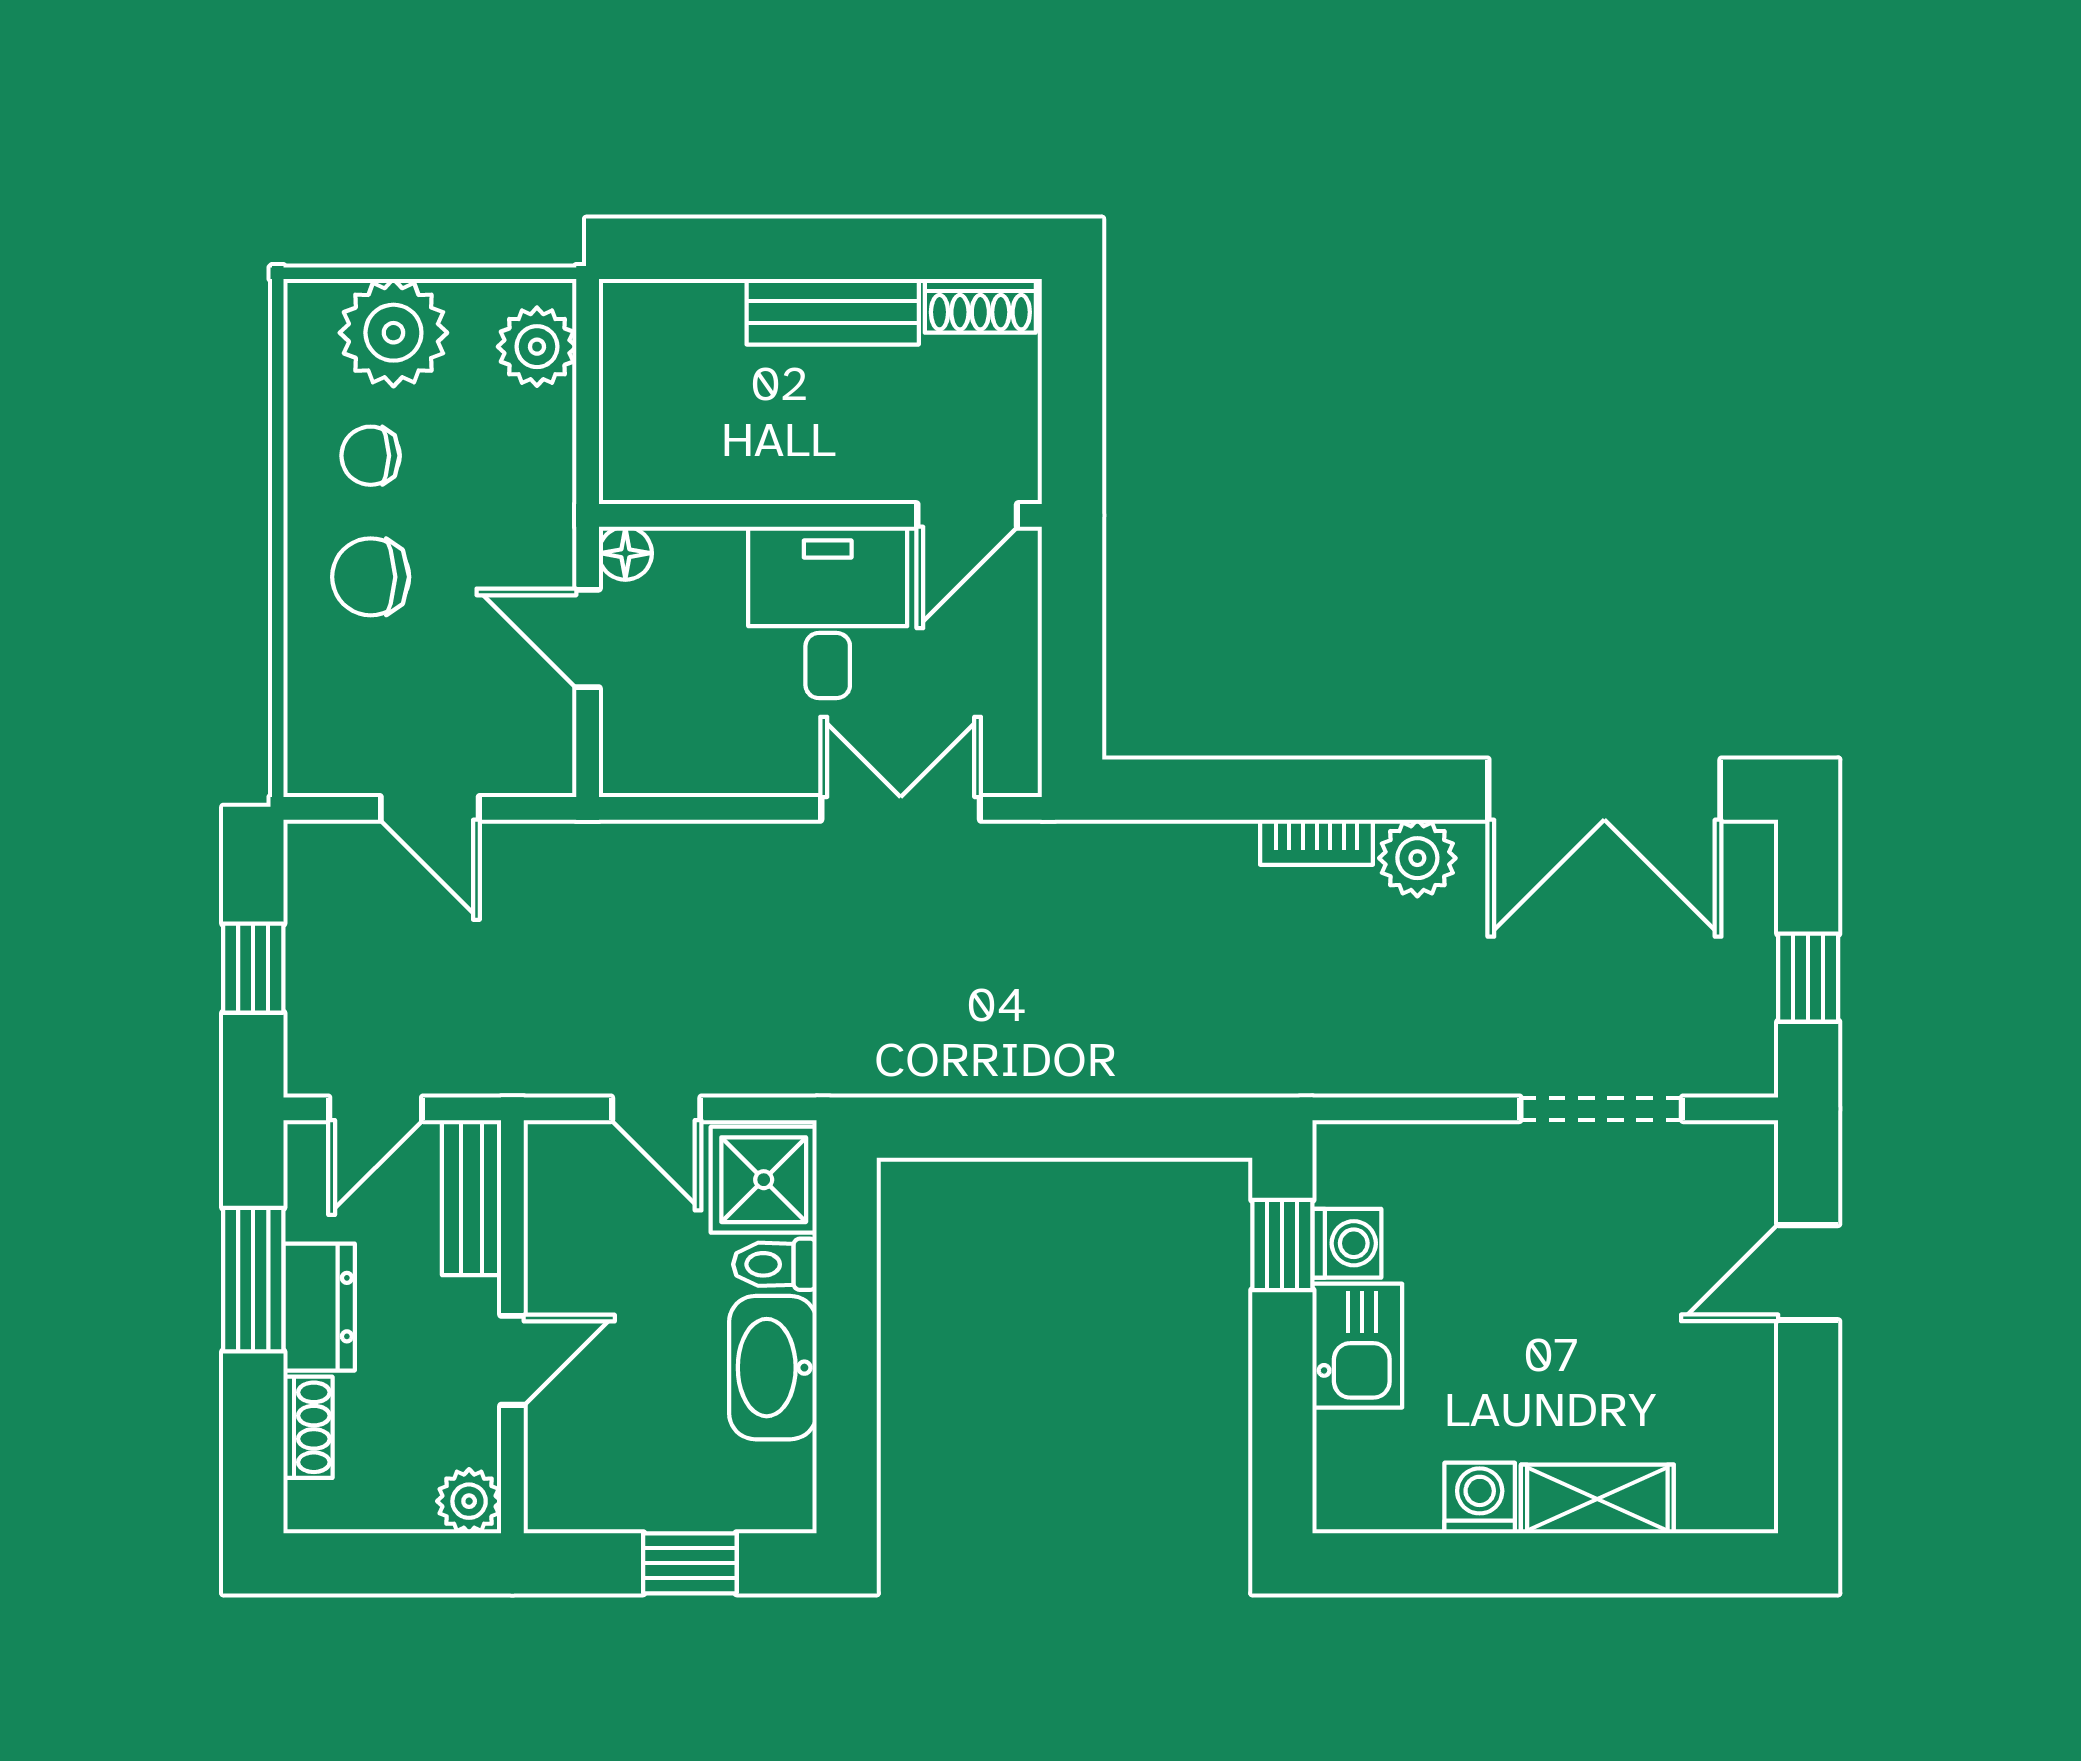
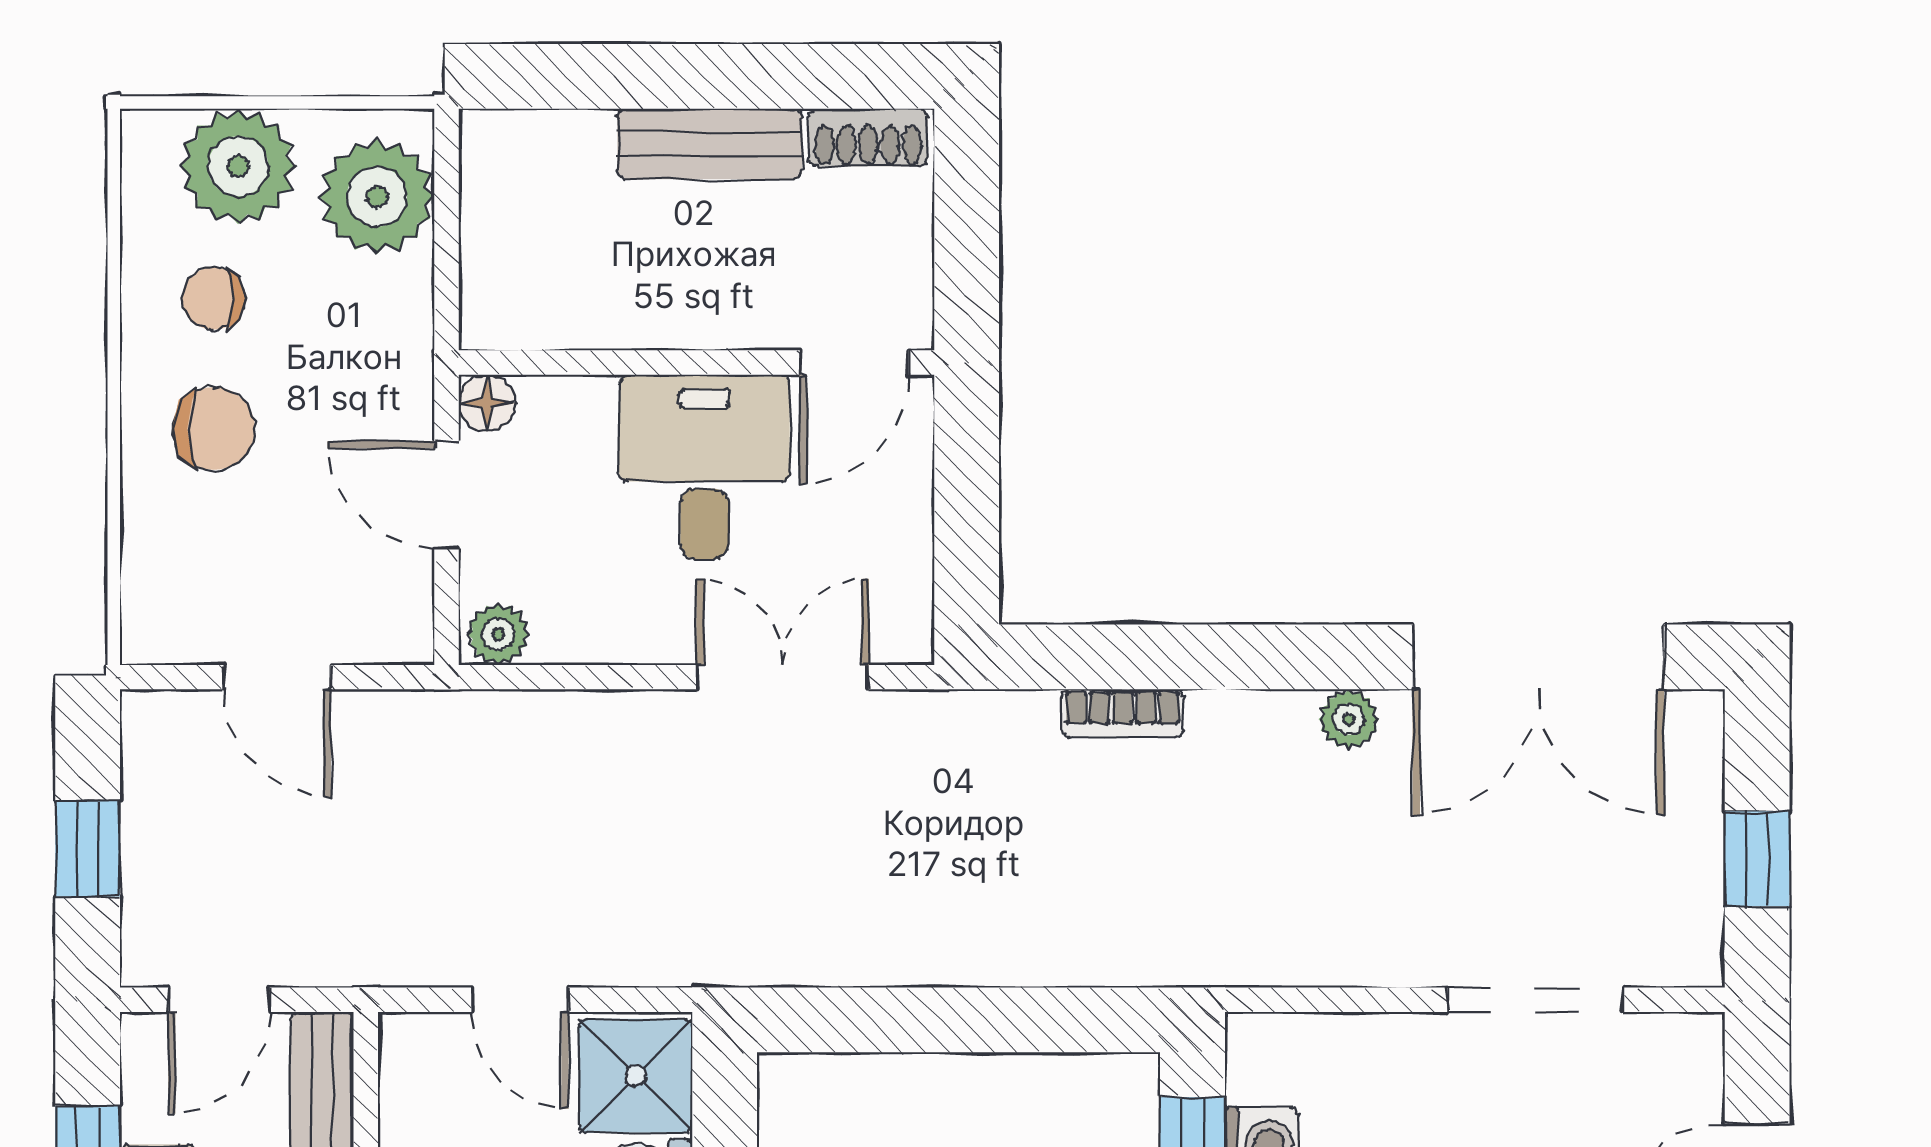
plant: (537, 347) -> (377, 197), width x1.36, depth x1.36
chair: (371, 577) -> (214, 429), turned 180
plant: (636, 768) -> (498, 634), added
bookcase: (1317, 842) -> (1123, 713), moved
plant: (1417, 858) -> (1349, 719), width x0.73, depth x0.73

